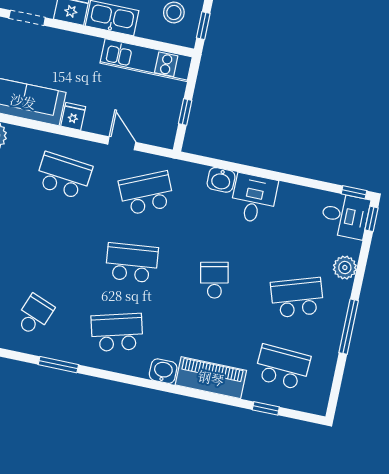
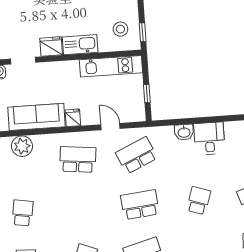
school desk: (214, 280) -> (199, 201), turned 30

